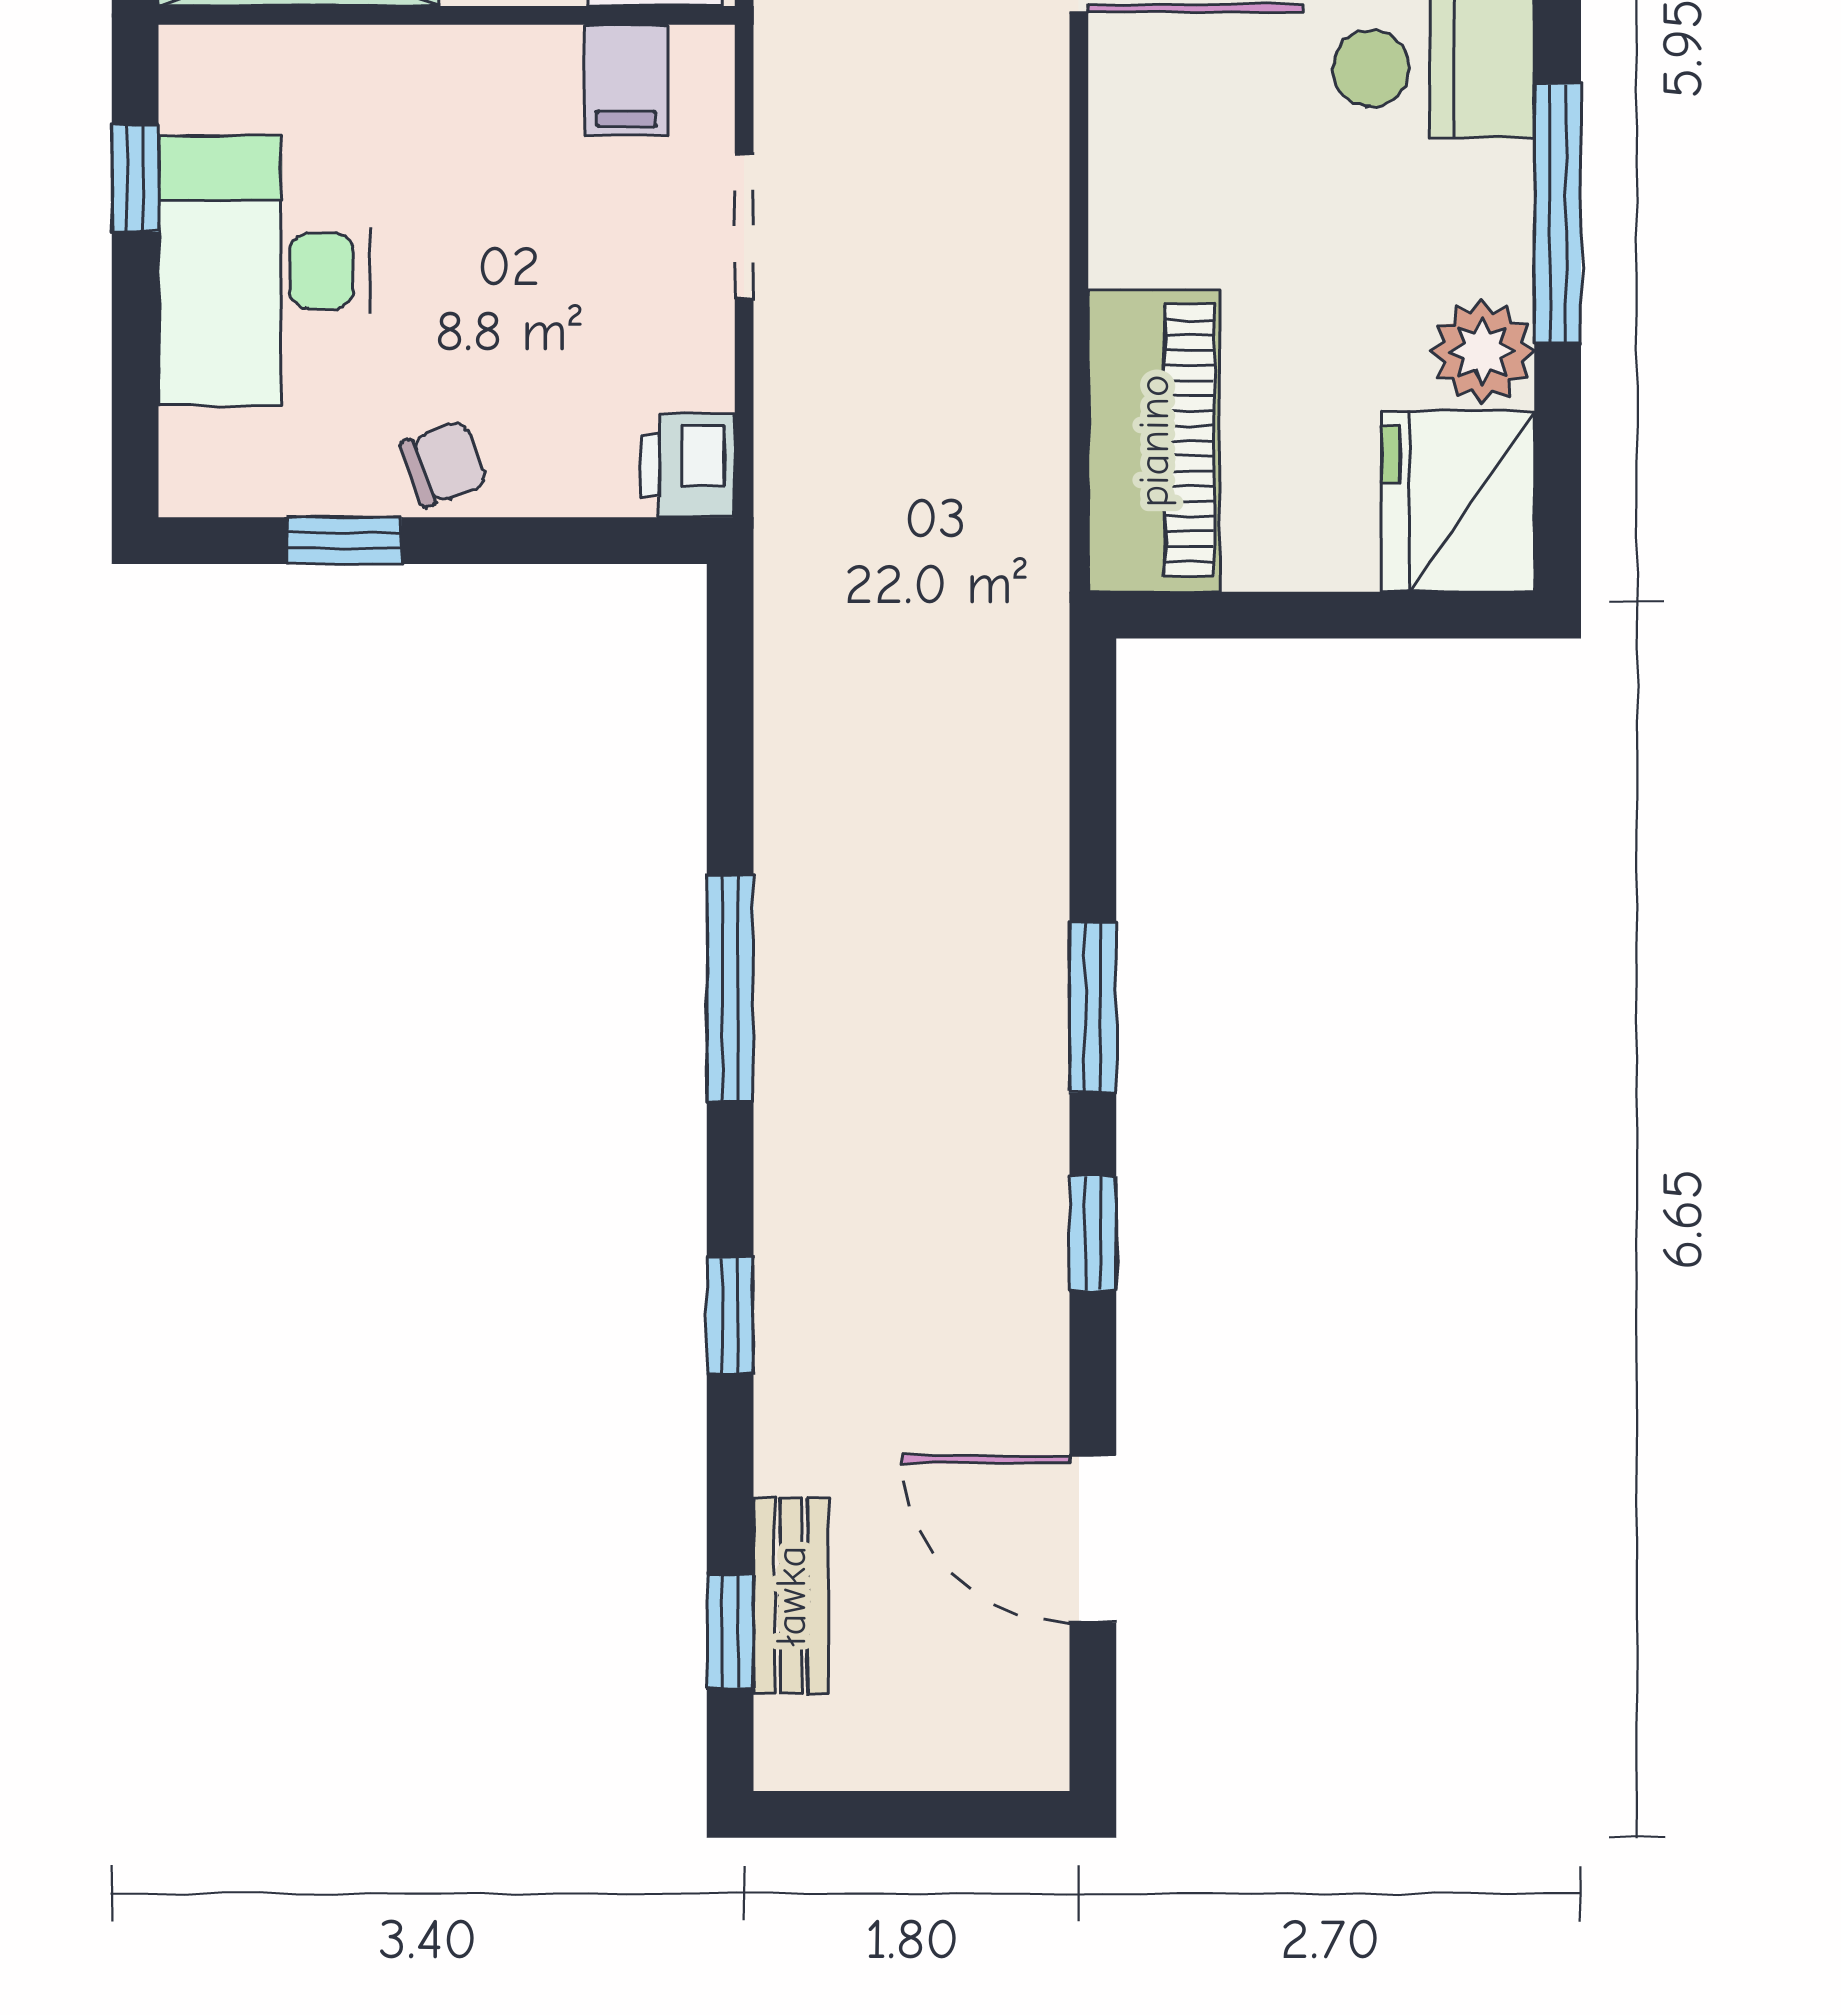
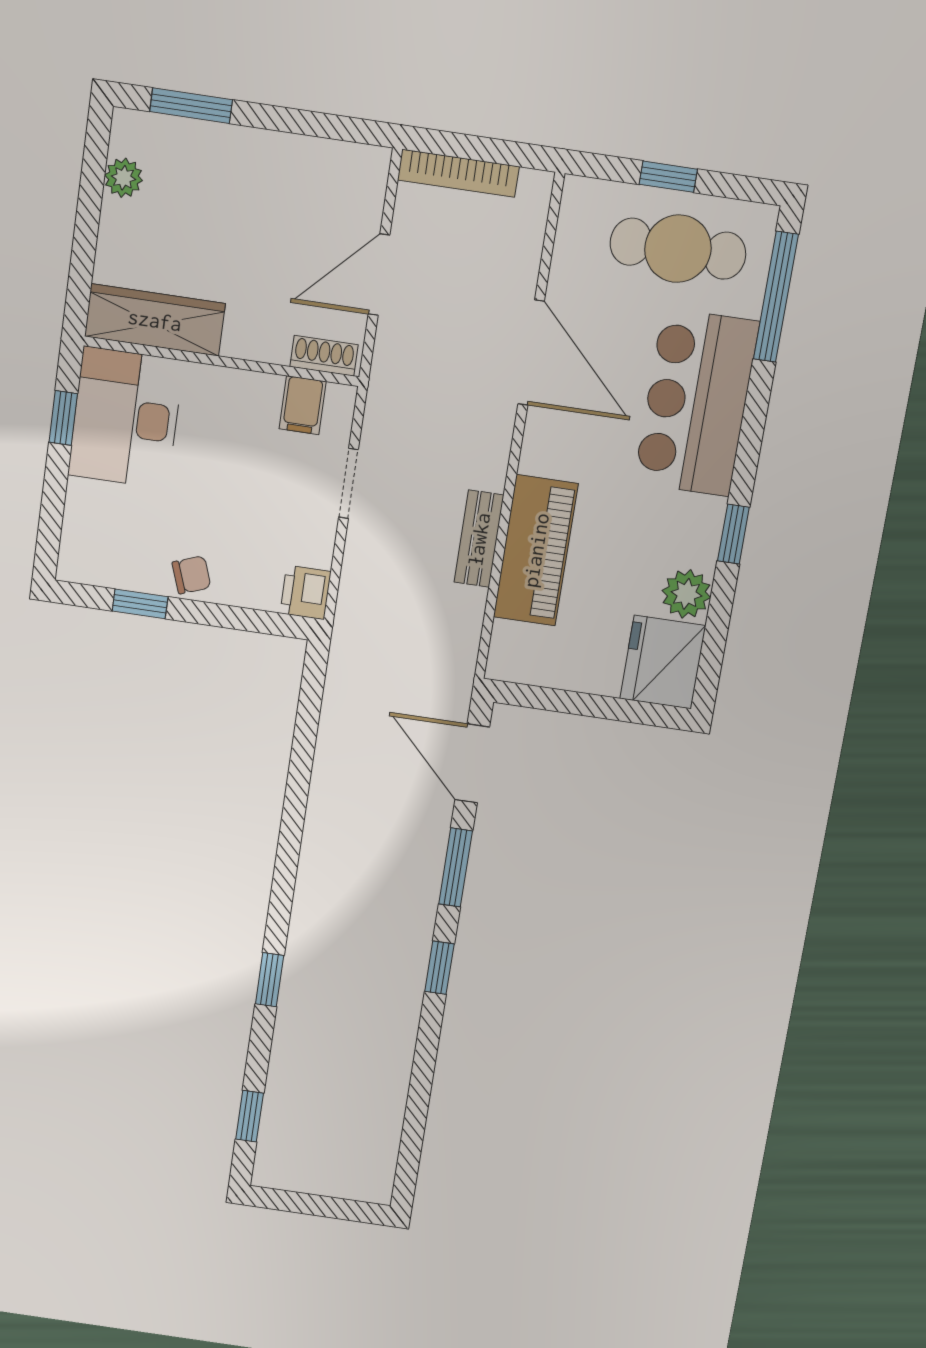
window: (1558, 214) -> (733, 534), width x0.46
desk: (264, 271) -> (126, 418), moved
piano: (1154, 441) -> (536, 550), moved
window: (730, 988) -> (291, 835), removed
door: (1093, 1539) -> (472, 763), moved
bench: (791, 1596) -> (479, 539), moved

